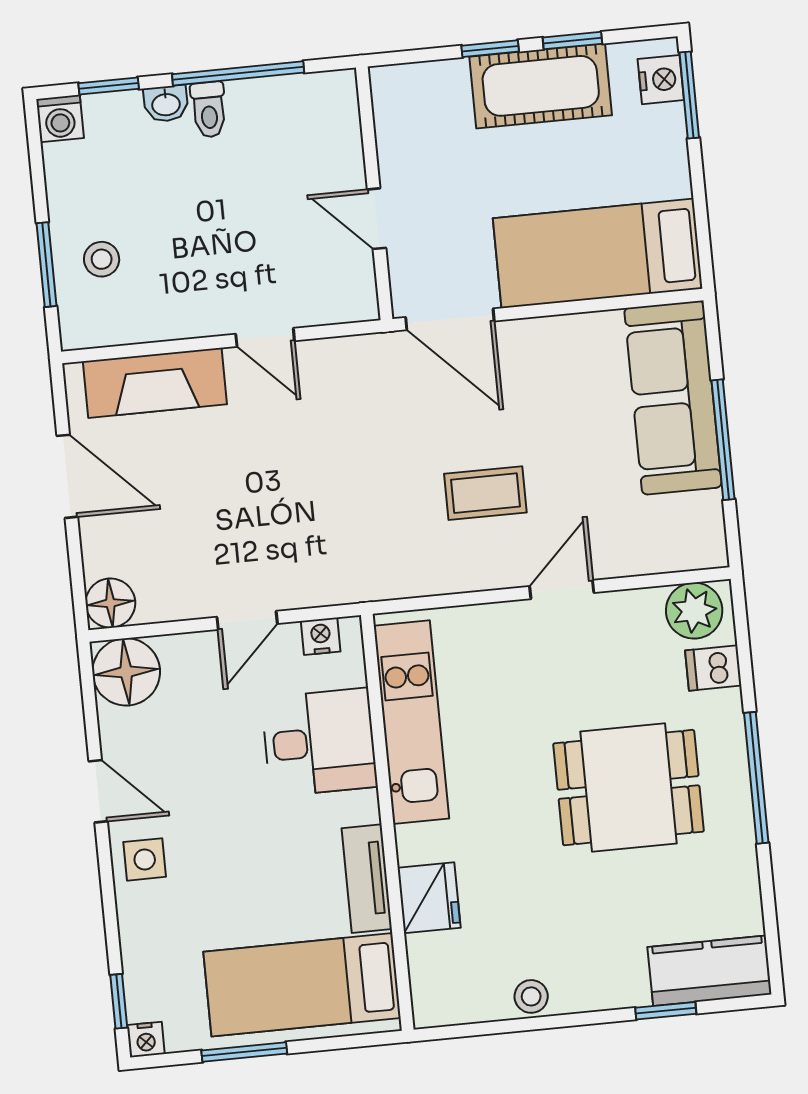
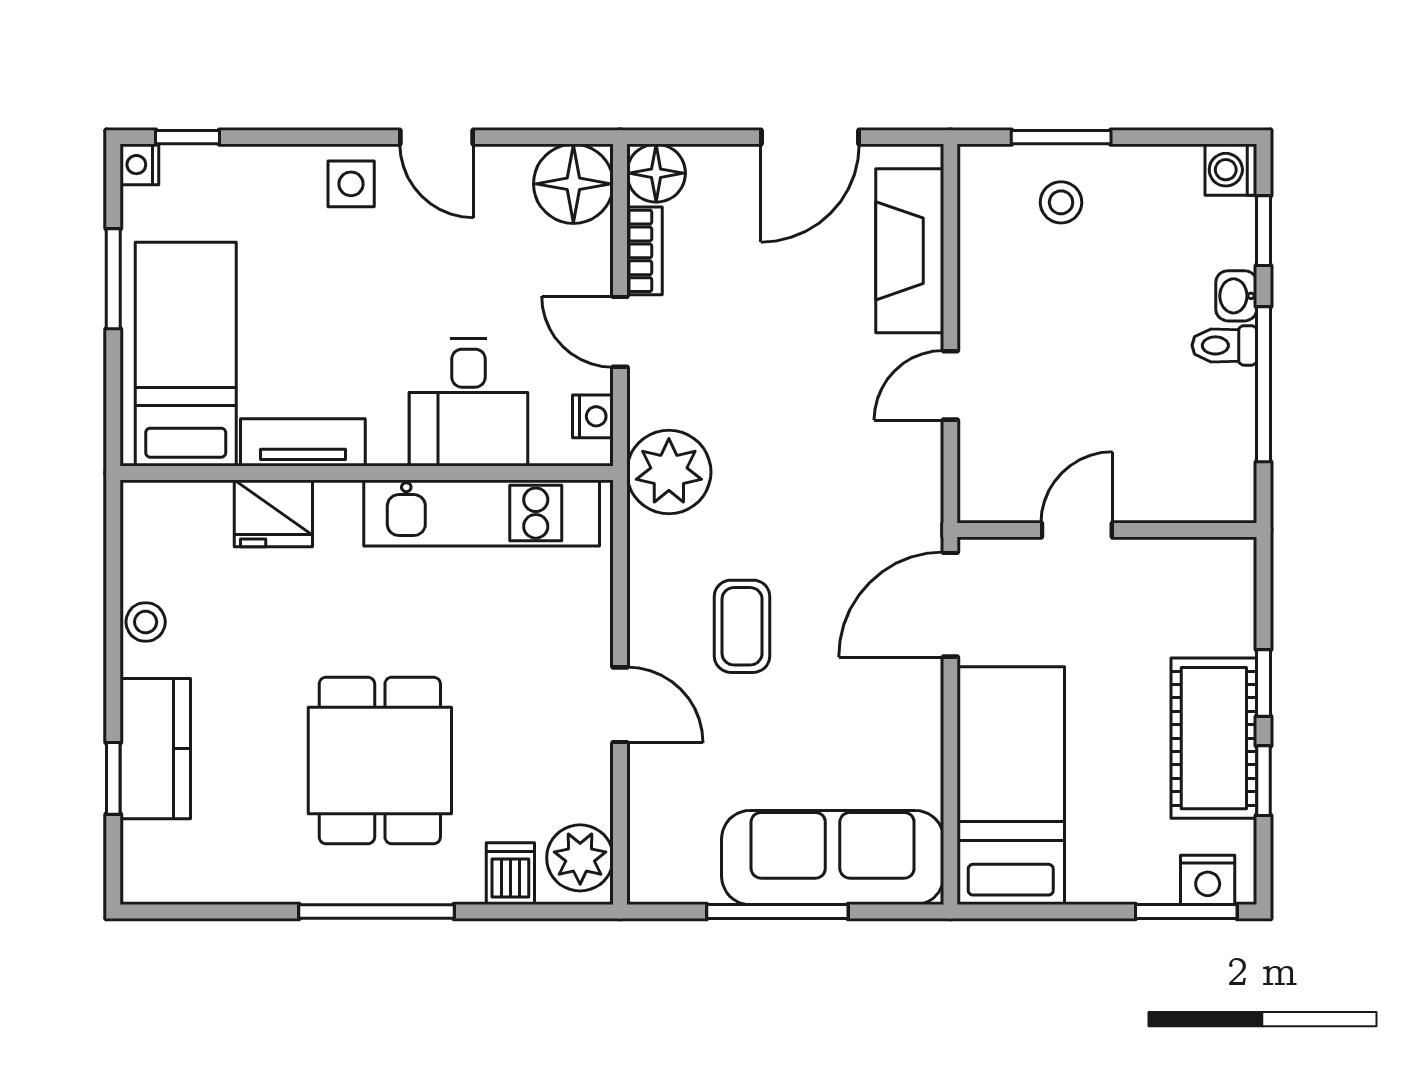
plant: (361, 568) -> (669, 472), added
bookcase: (177, 606) -> (644, 251), added
door: (98, 791) -> (436, 137), hinge flipped
kitchen counter: (710, 971) -> (155, 749), moved

